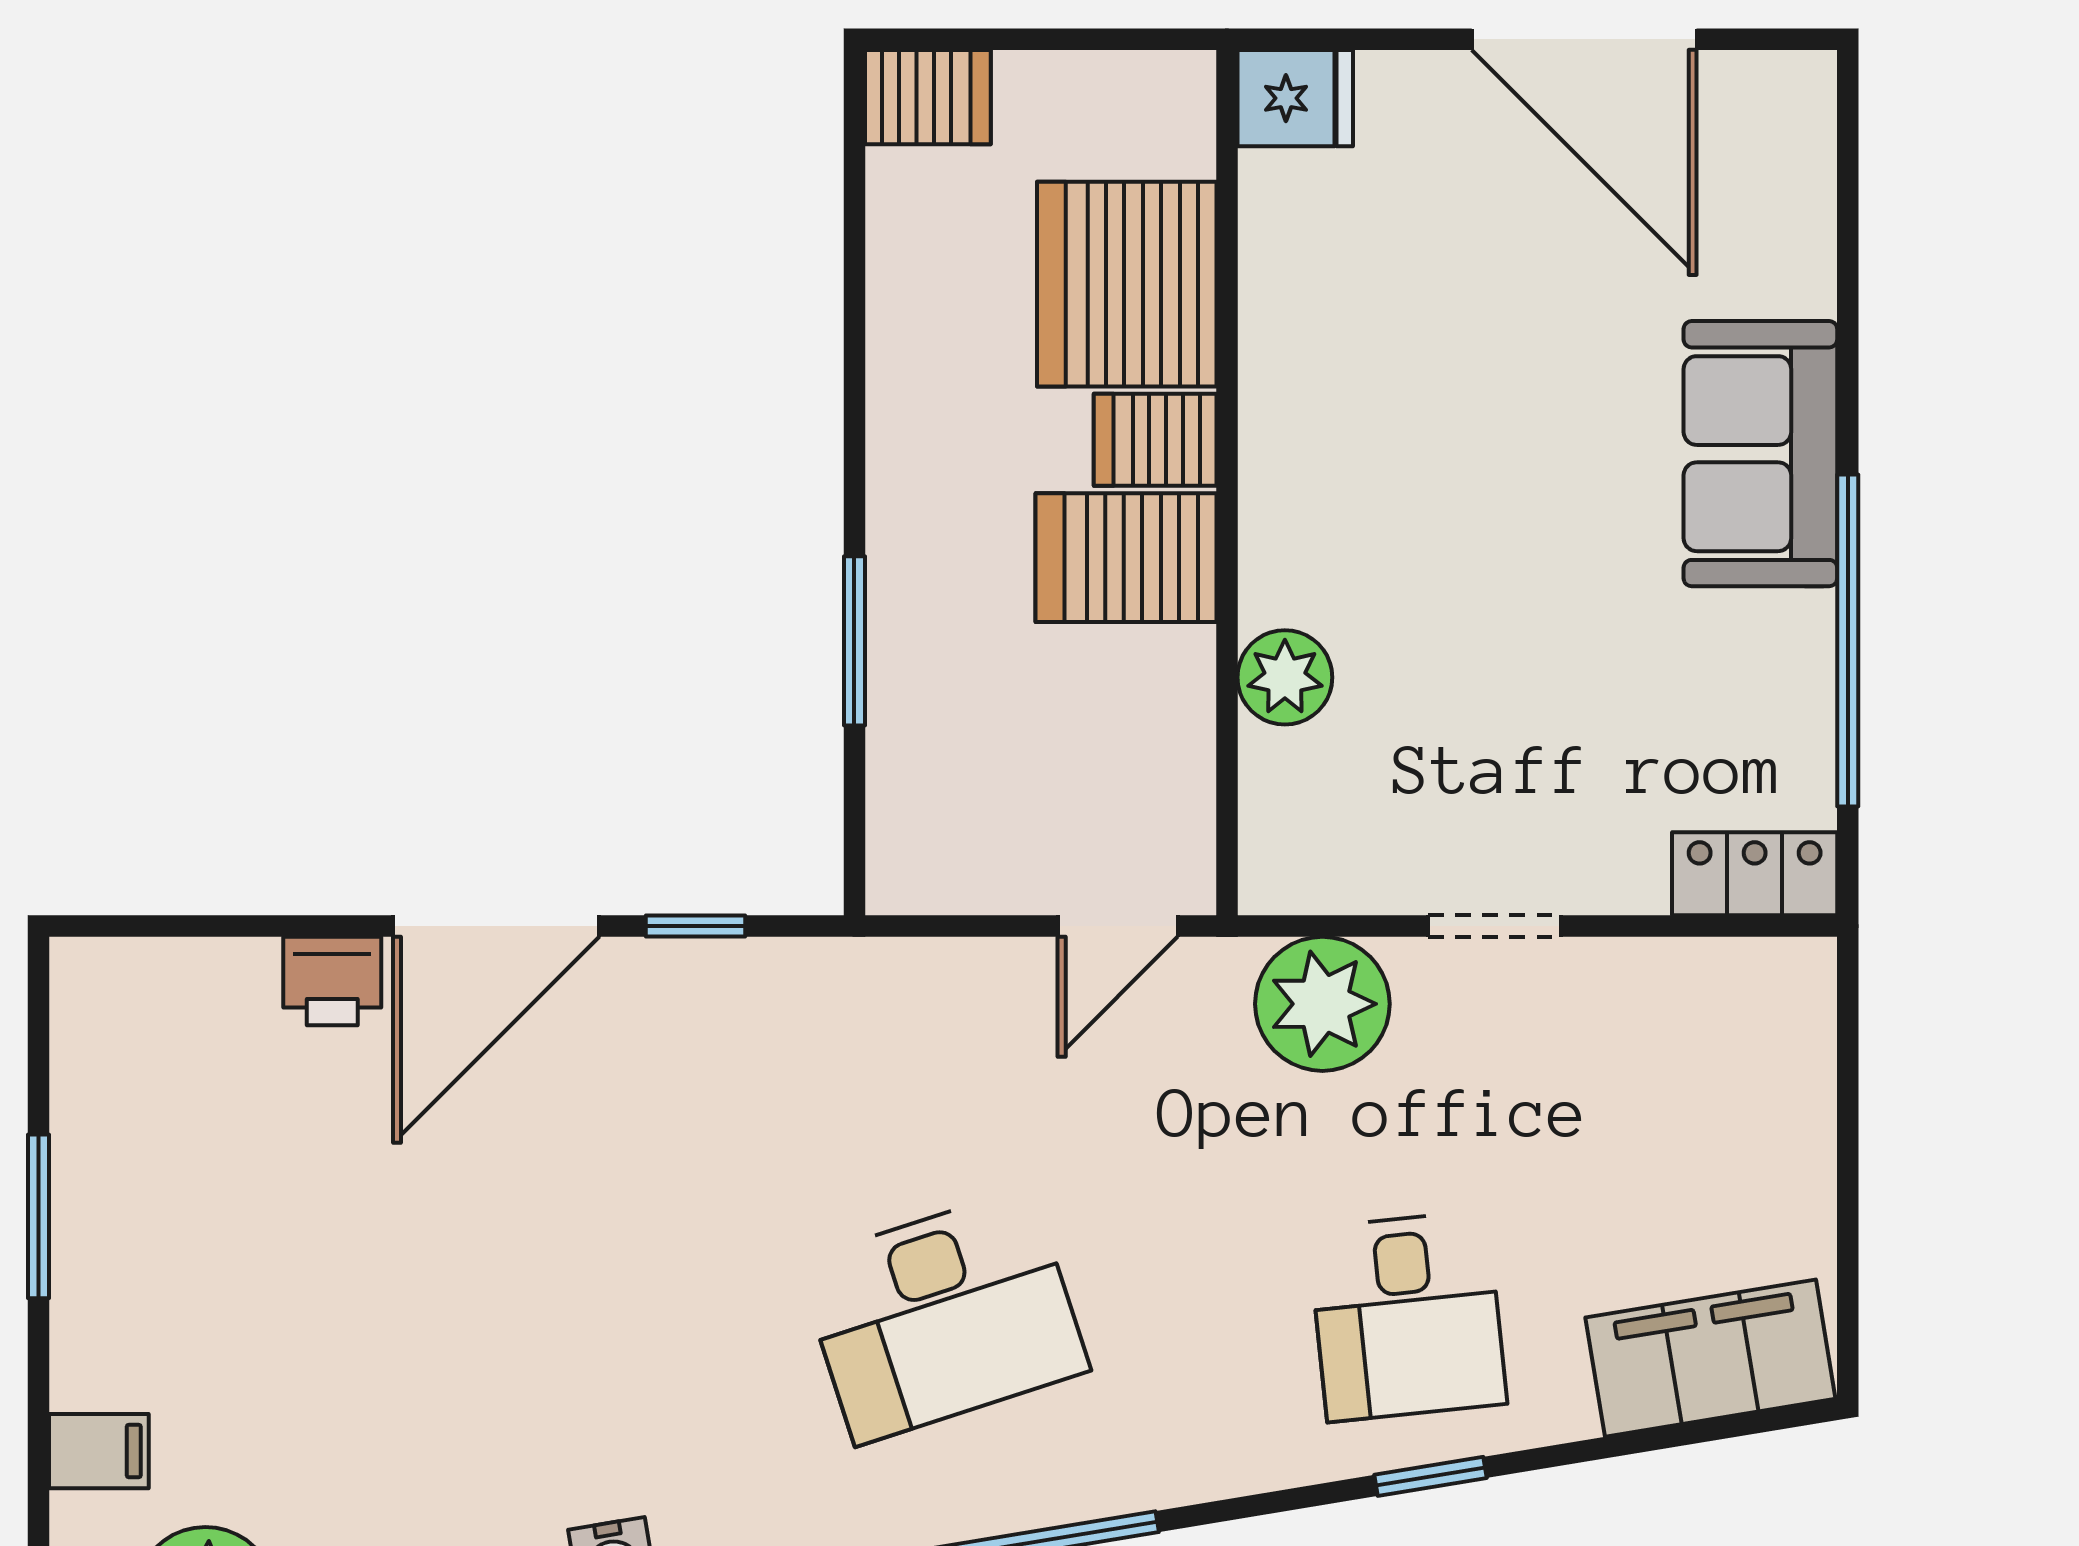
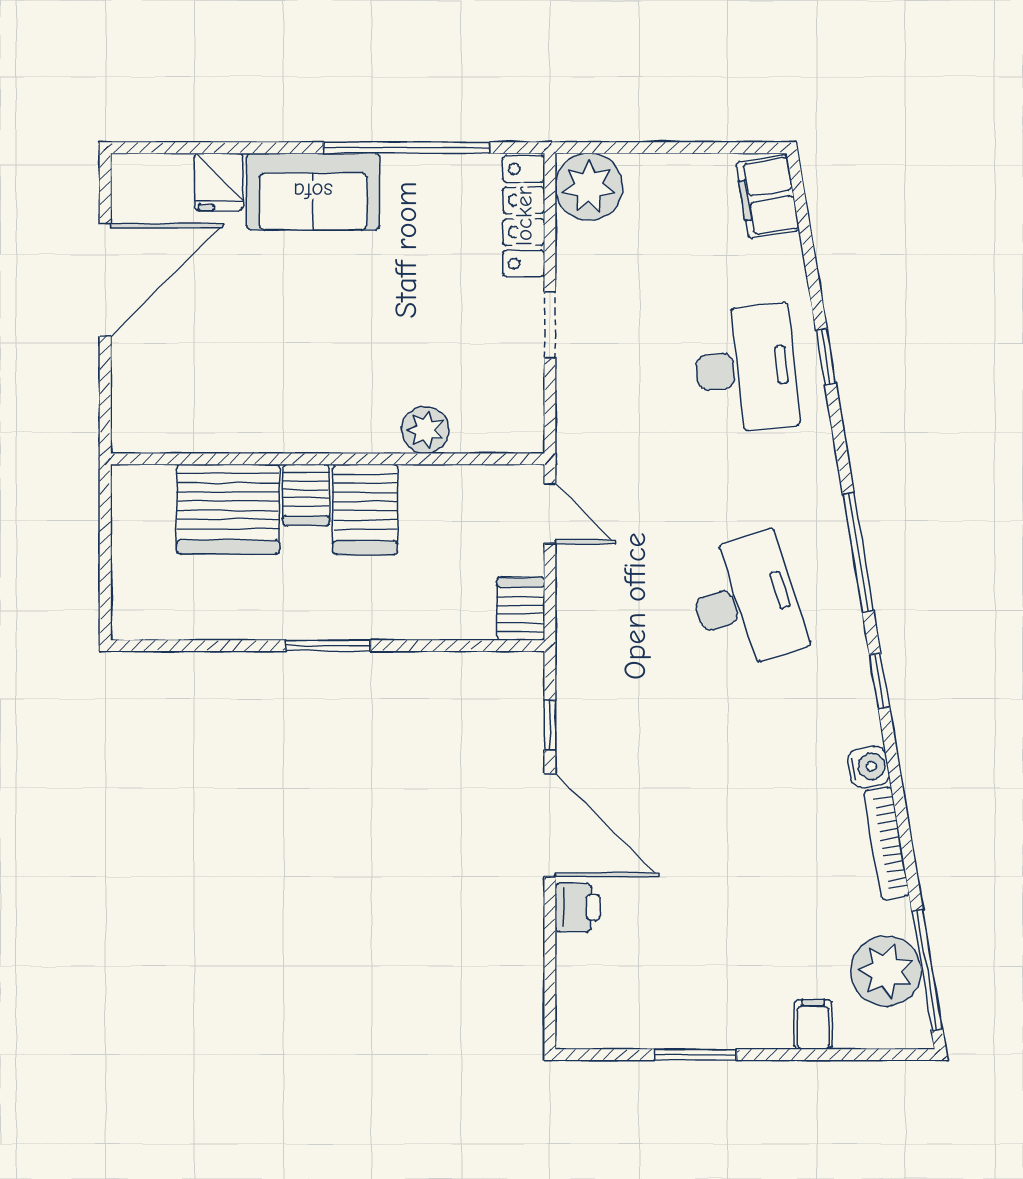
server rack: (928, 97) -> (521, 609), moved
fridge: (1295, 98) -> (219, 182), moved, turned 180
window: (854, 641) -> (328, 646), moved
locker: (1755, 874) -> (524, 216), width x1.53
plant: (1322, 1004) -> (589, 187), moved
desk: (1407, 1316) -> (746, 369), width x1.37
filing cabinet: (1710, 1358) -> (768, 197), width x0.67, depth x0.86

